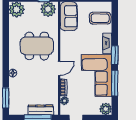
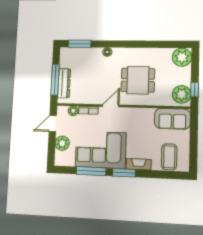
dining table: (37, 46) -> (138, 80), width x0.73
door: (59, 68) -> (111, 106), swing flipped
plant: (106, 109) -> (62, 143), moved

